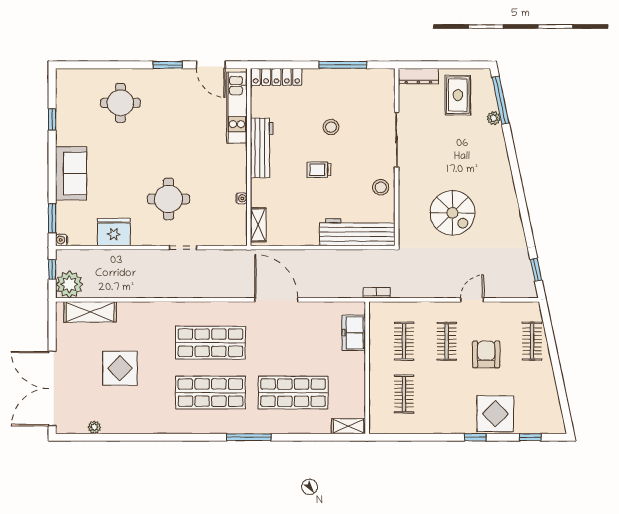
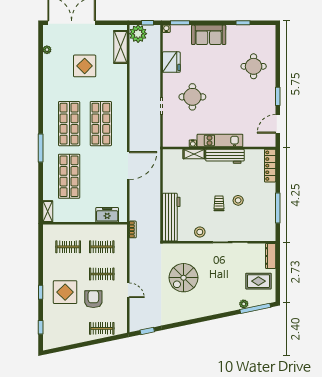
kitchen unit: (237, 108) -> (220, 140), moved
trolley: (319, 170) -> (219, 203), moved
shelving: (258, 225) -> (194, 154), moved
armchair: (486, 354) -> (93, 299), turned -90
display table: (495, 414) -> (65, 292), moved

